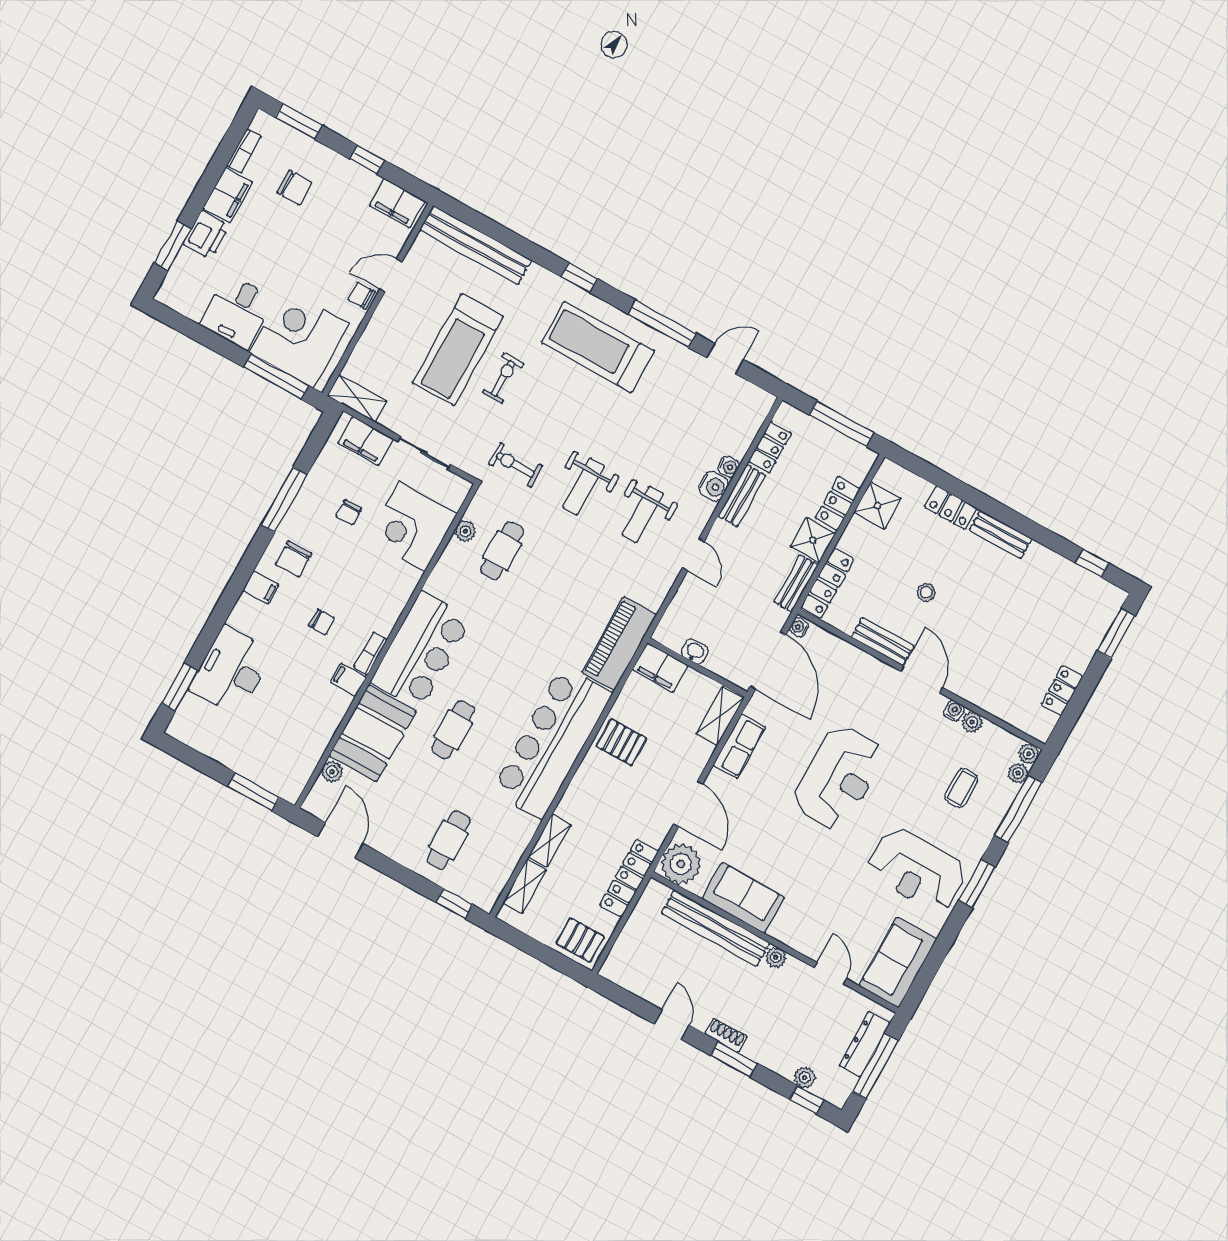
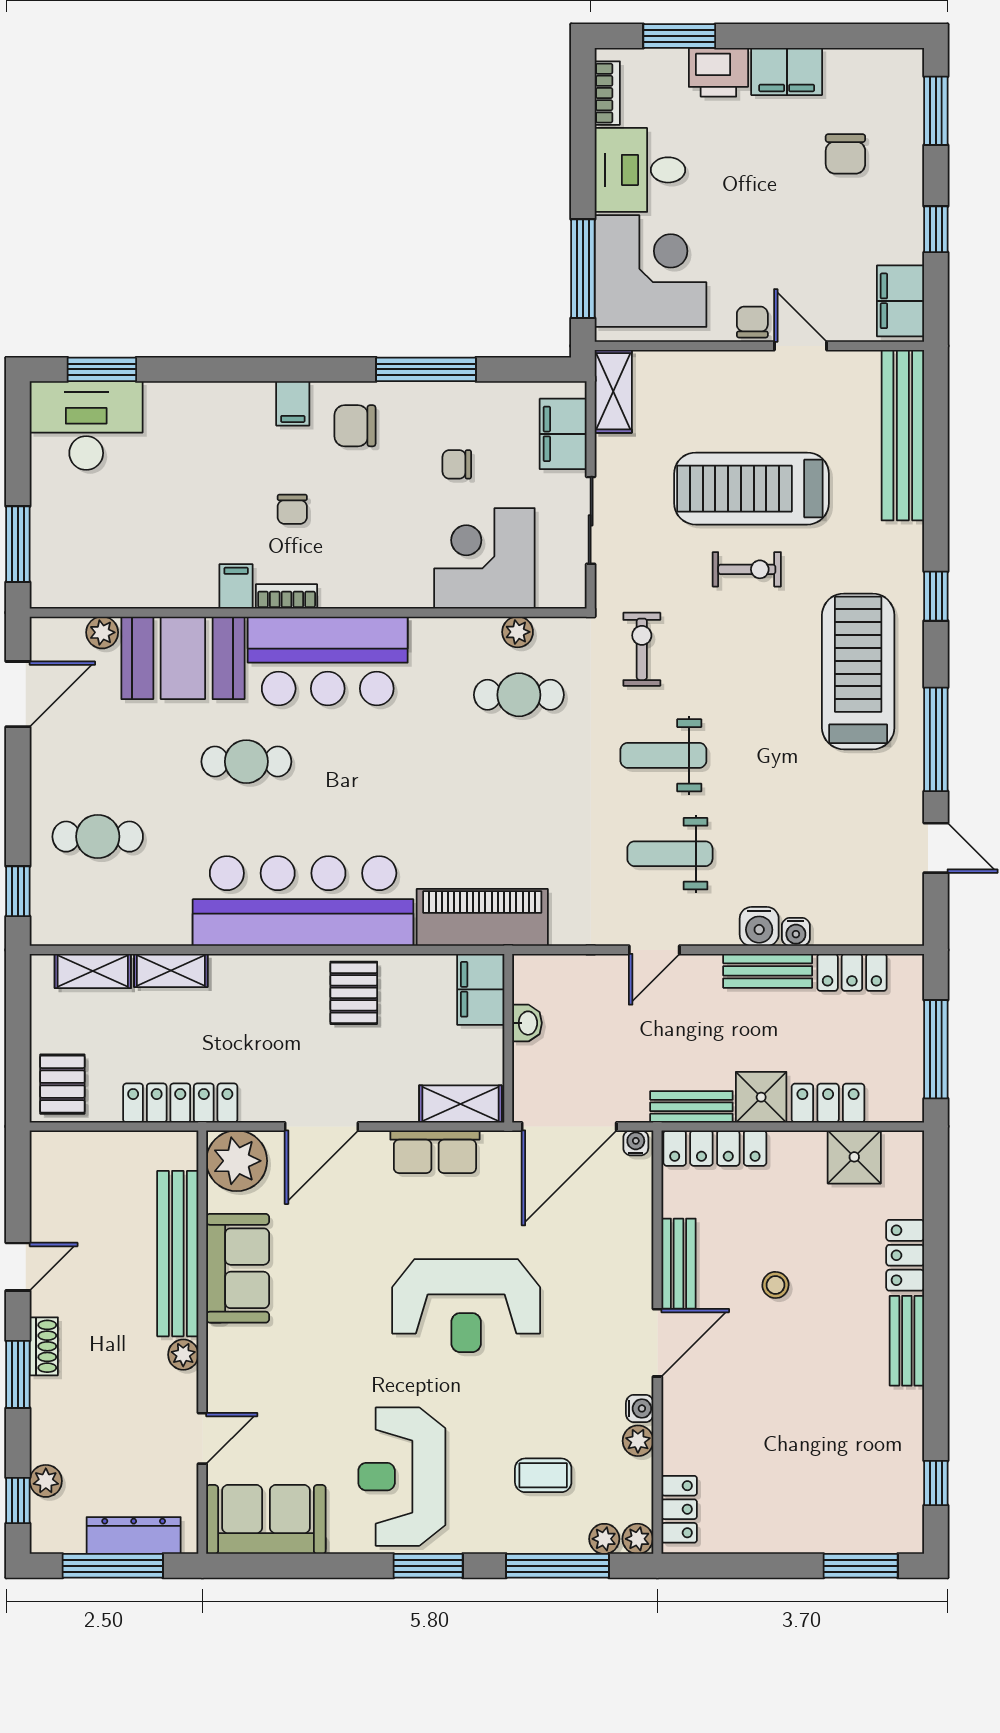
bookcase: (244, 151) -> (607, 93), moved, turned -90
desk: (231, 671) -> (86, 426), moved
locker: (1062, 690) -> (679, 1509), moved, turned 90

